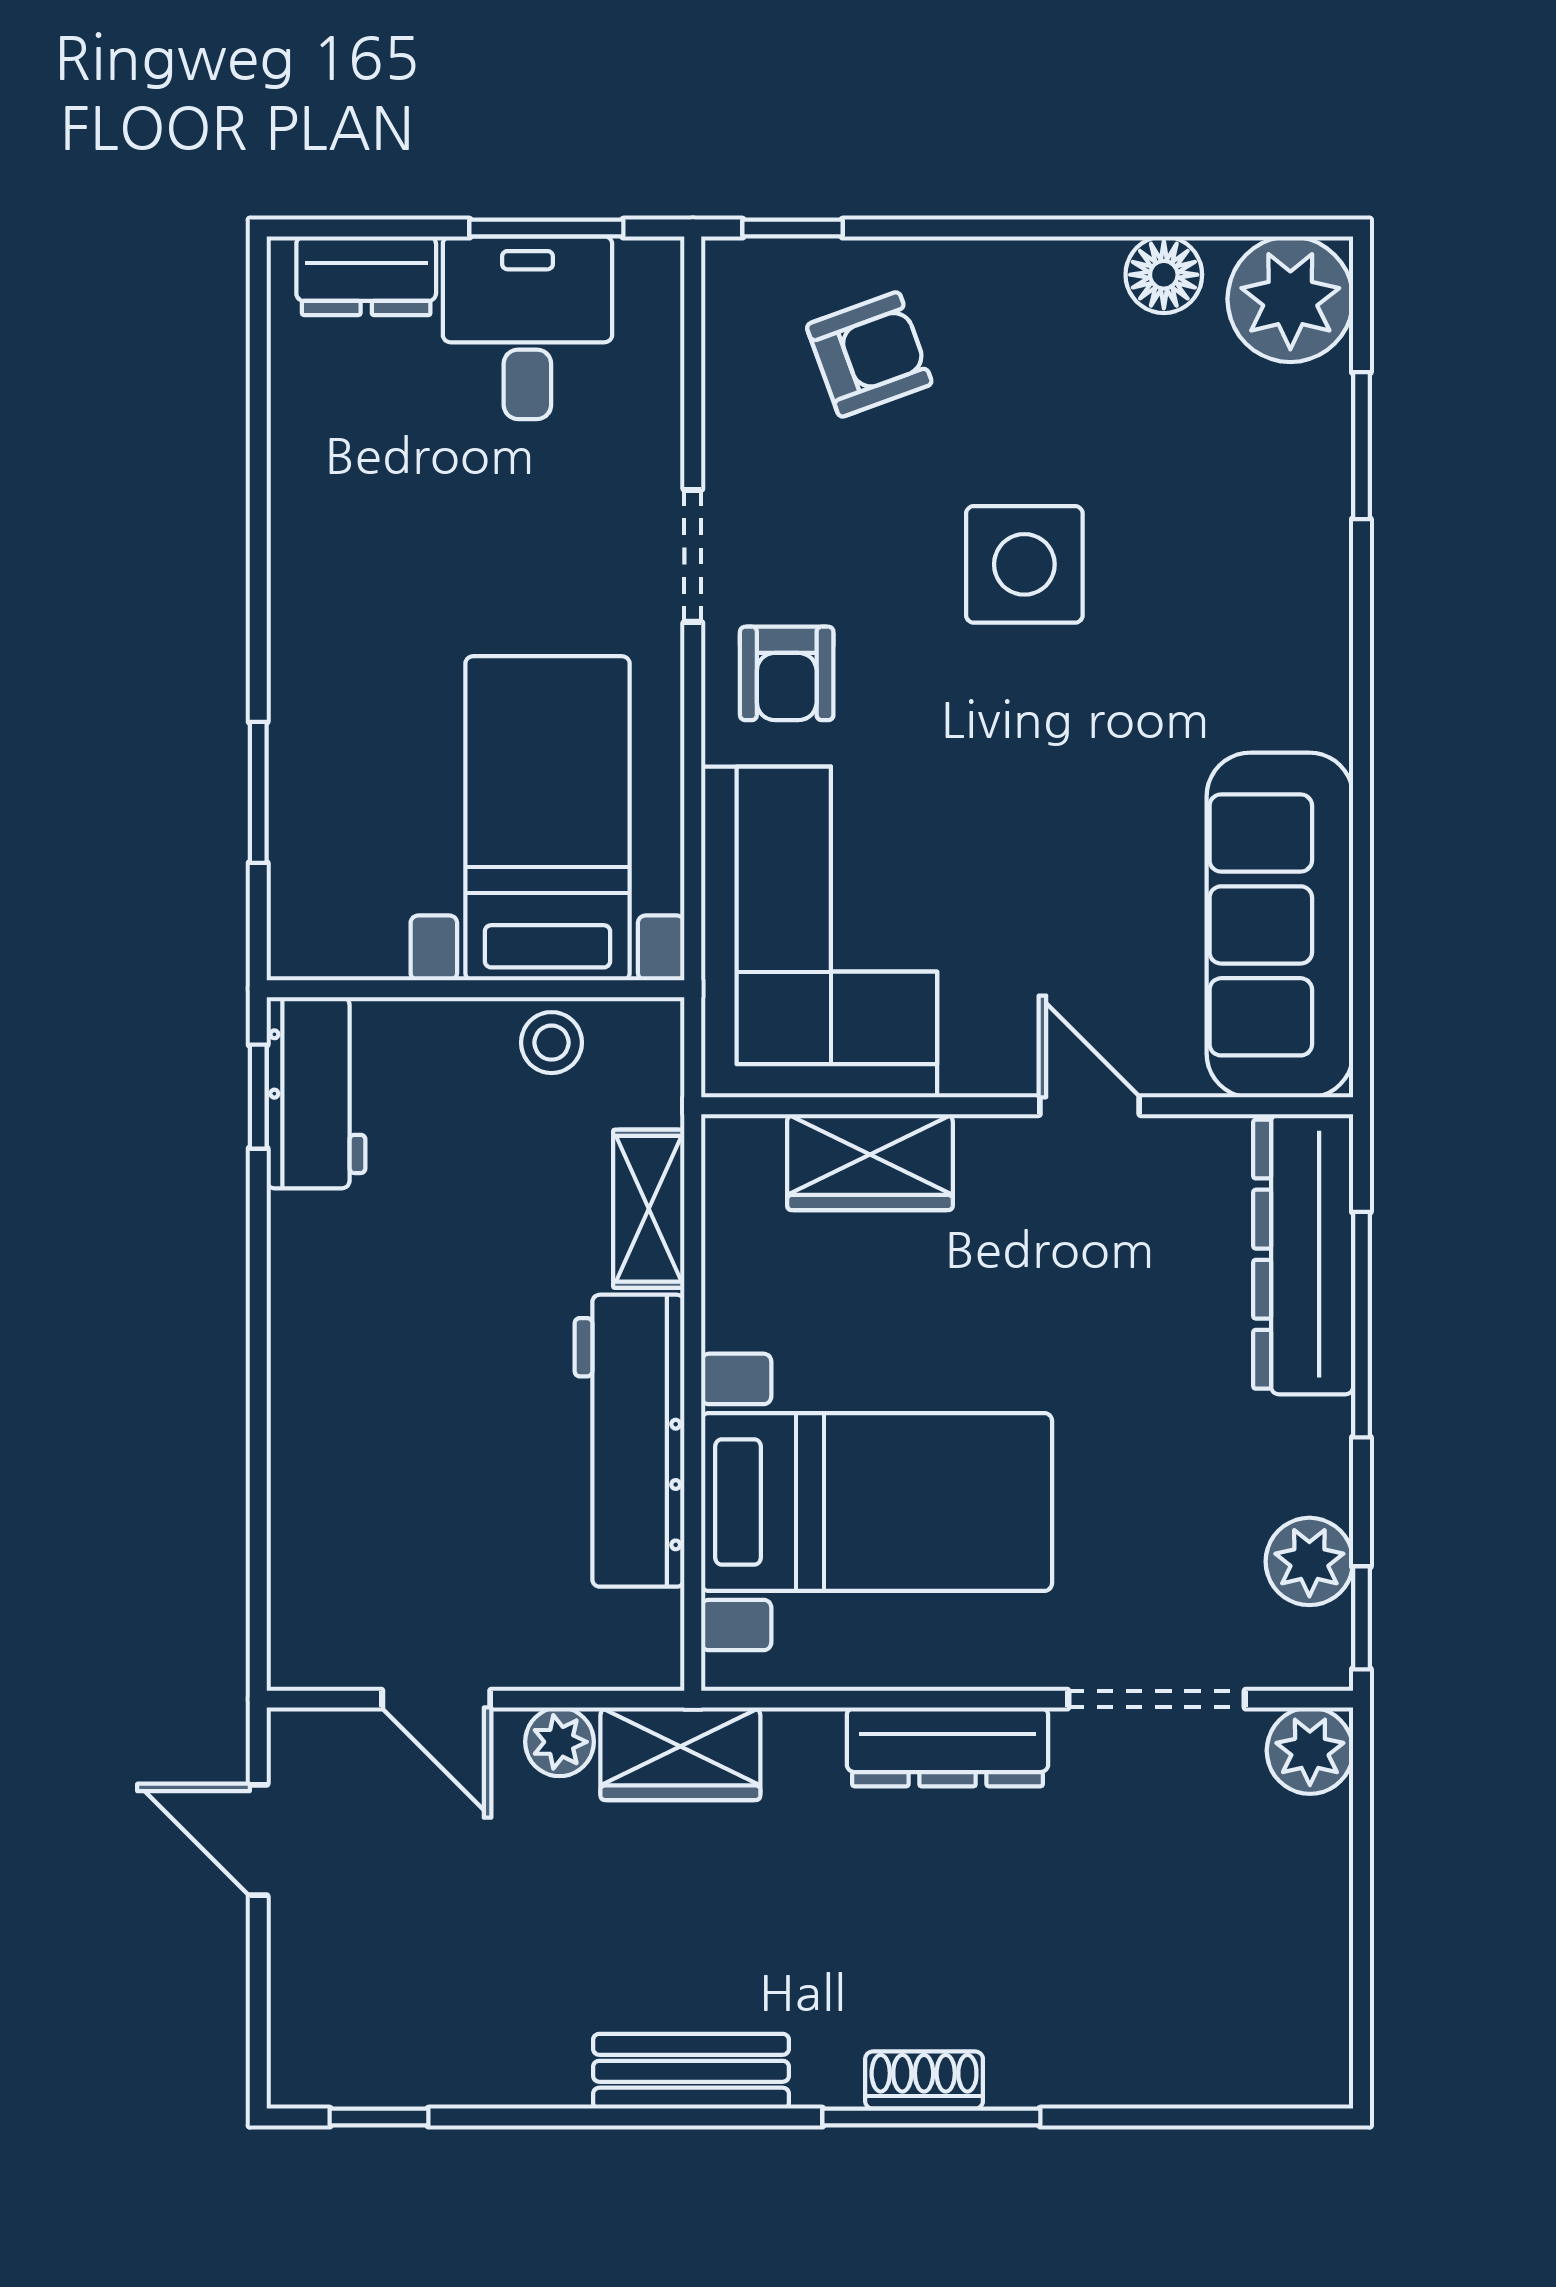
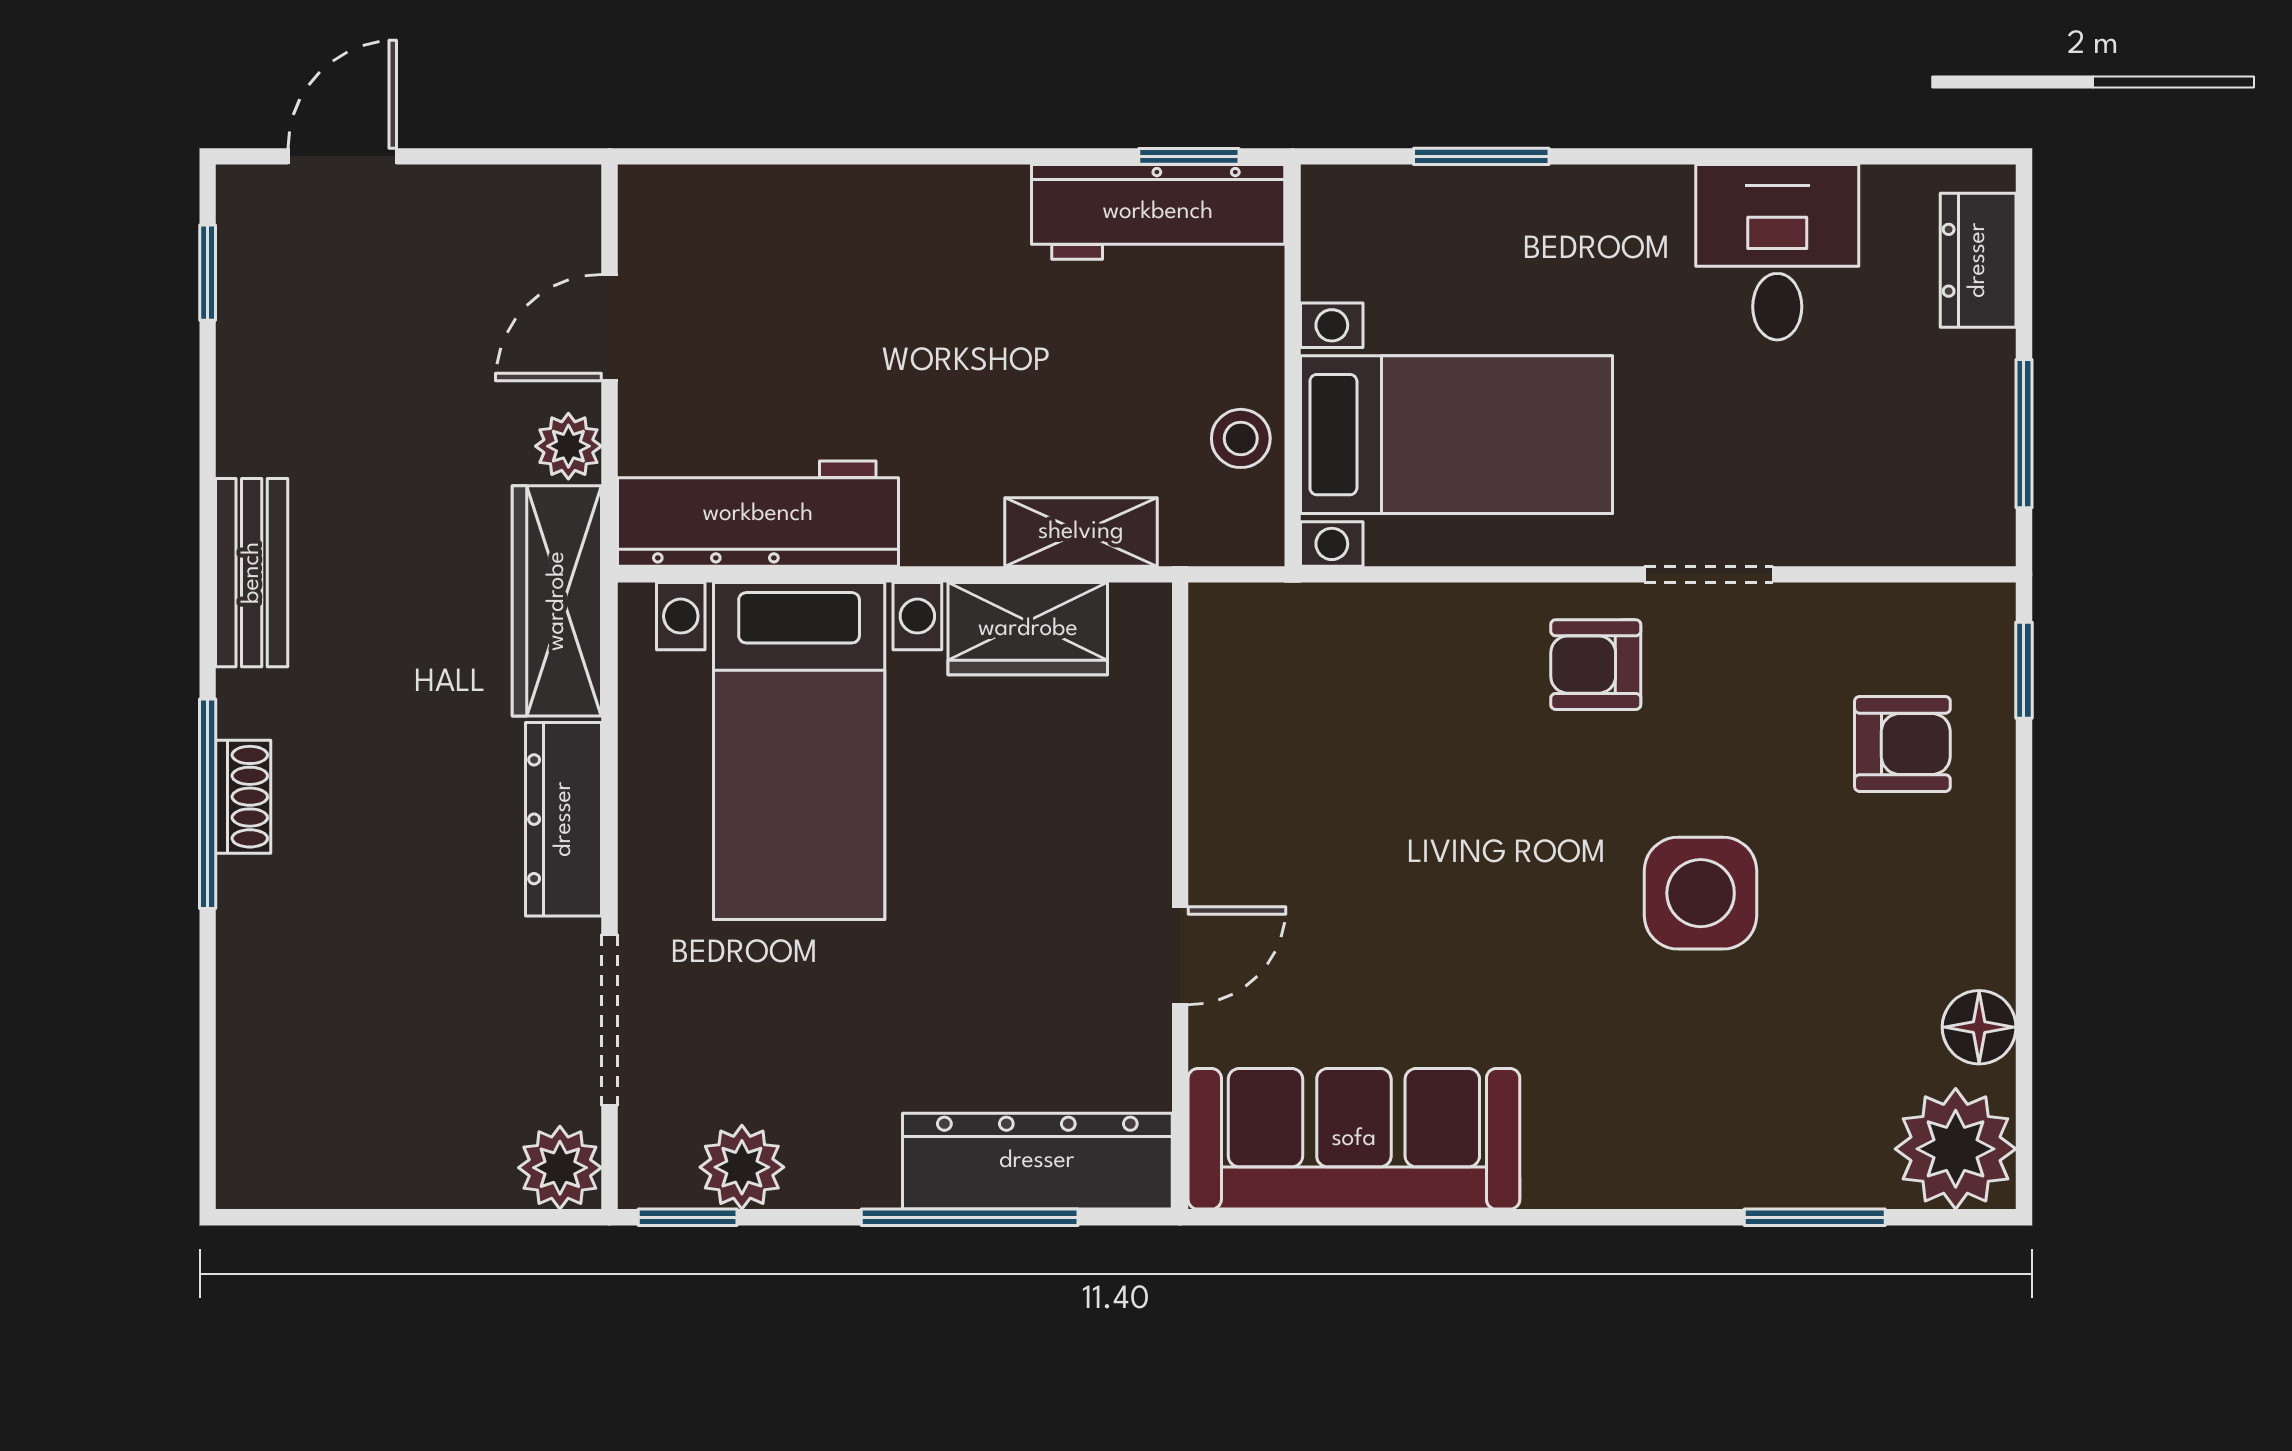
desk: (527, 328) -> (1777, 252), moved, turned -90
armchair: (869, 354) -> (1902, 744), turned -70
corner sofa: (819, 932) -> (1347, 696), removed
workbench: (316, 1093) -> (1158, 212), width x1.38
wardrobe: (870, 1162) -> (1028, 629), moved, turned -90
workbench: (630, 1441) -> (758, 514), moved
wardrobe: (680, 1754) -> (557, 601), width x1.50
door: (258, 1840) -> (342, 156), moved

